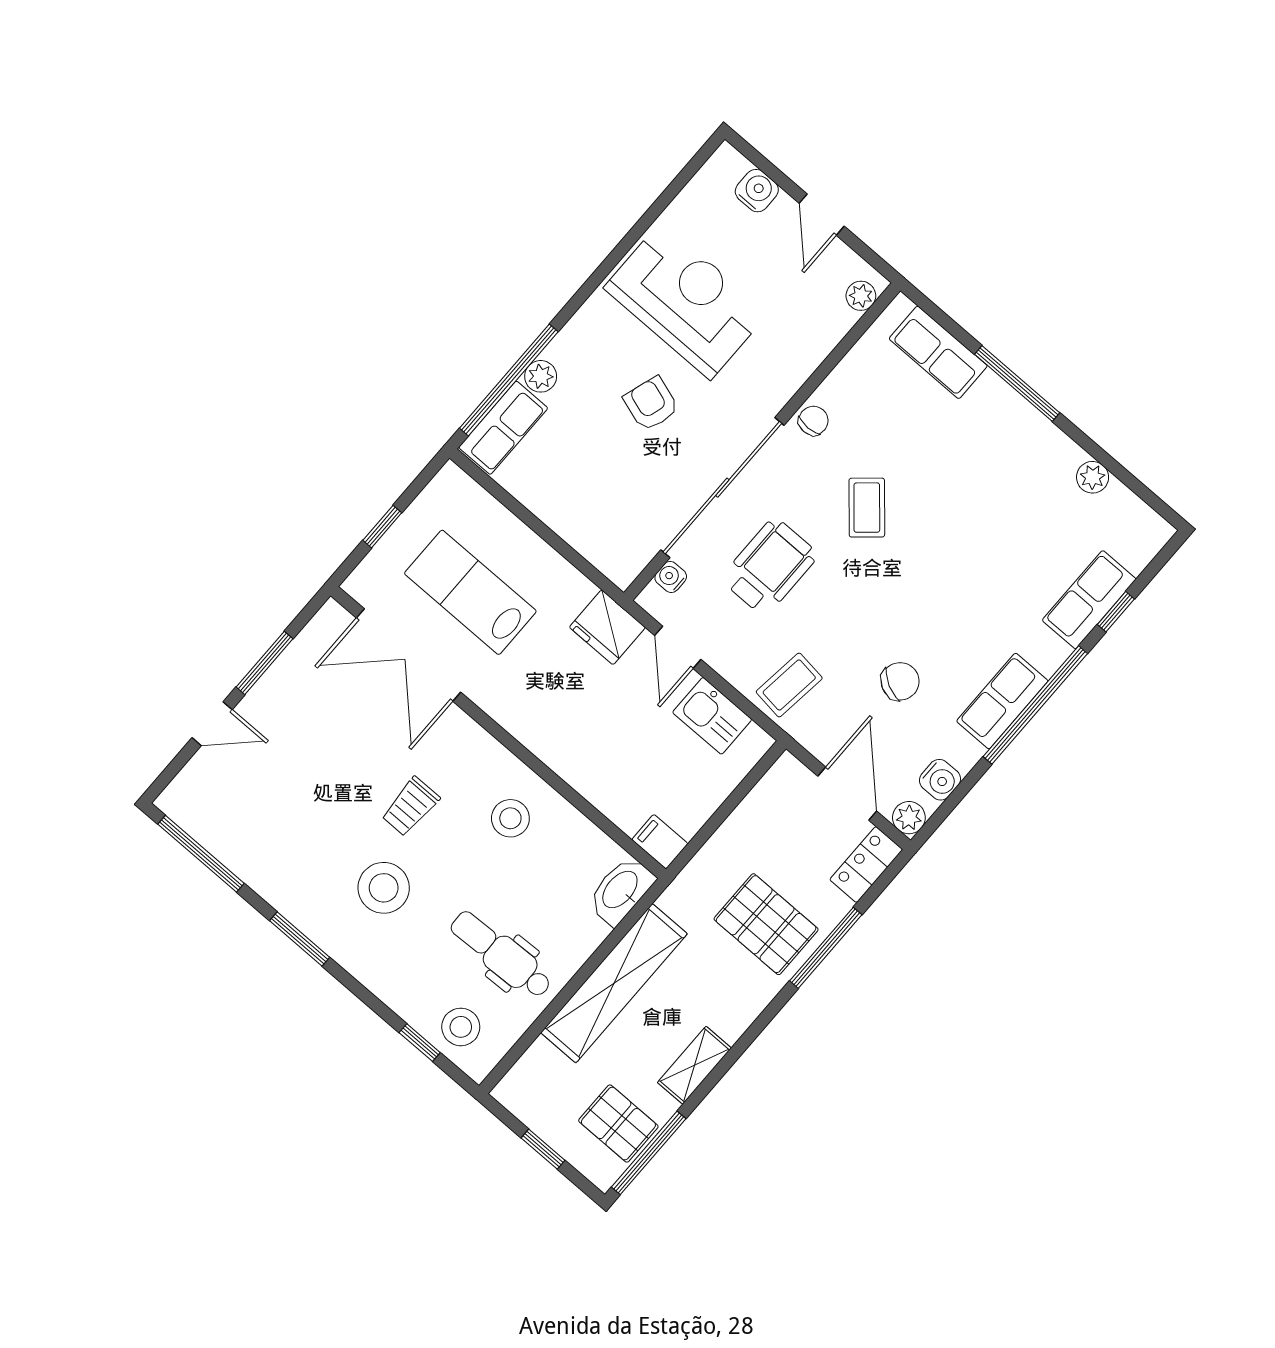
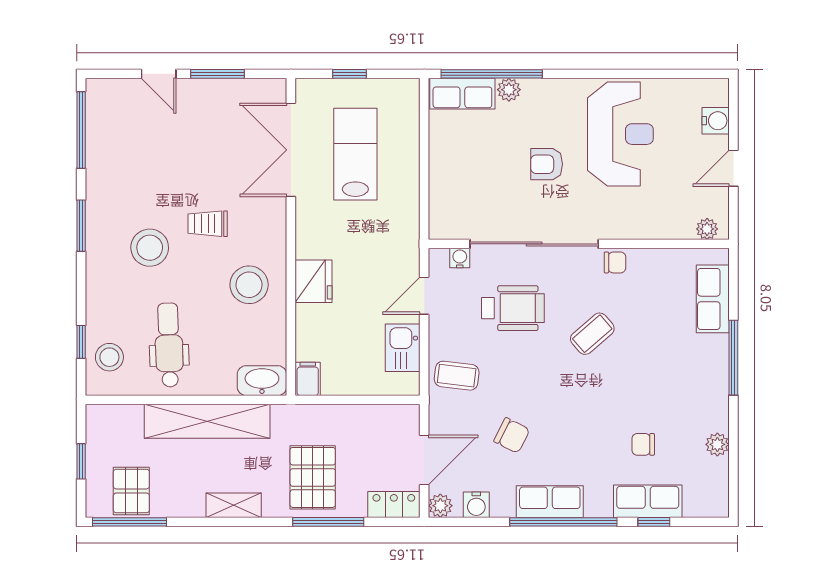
armchair: (651, 404) -> (547, 164), turned -108
chair: (1026, 554) -> (643, 444), added
fridge: (607, 627) -> (314, 281), moved, turned 180
stool: (510, 818) -> (249, 285), width x1.38, depth x1.38
shelving: (694, 1065) -> (234, 505), moved

